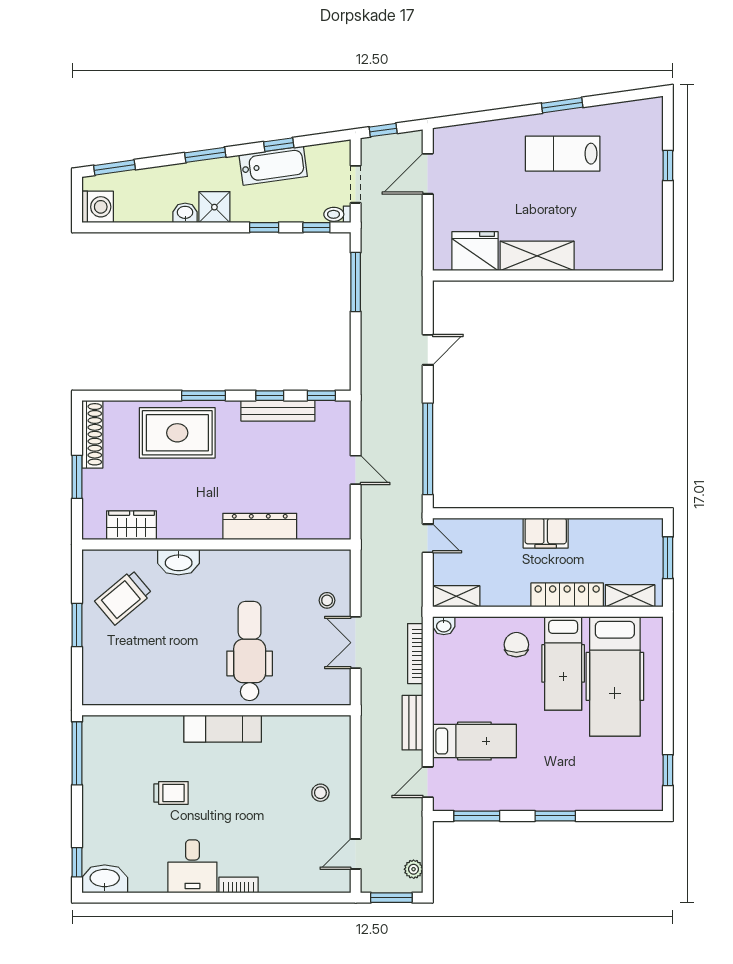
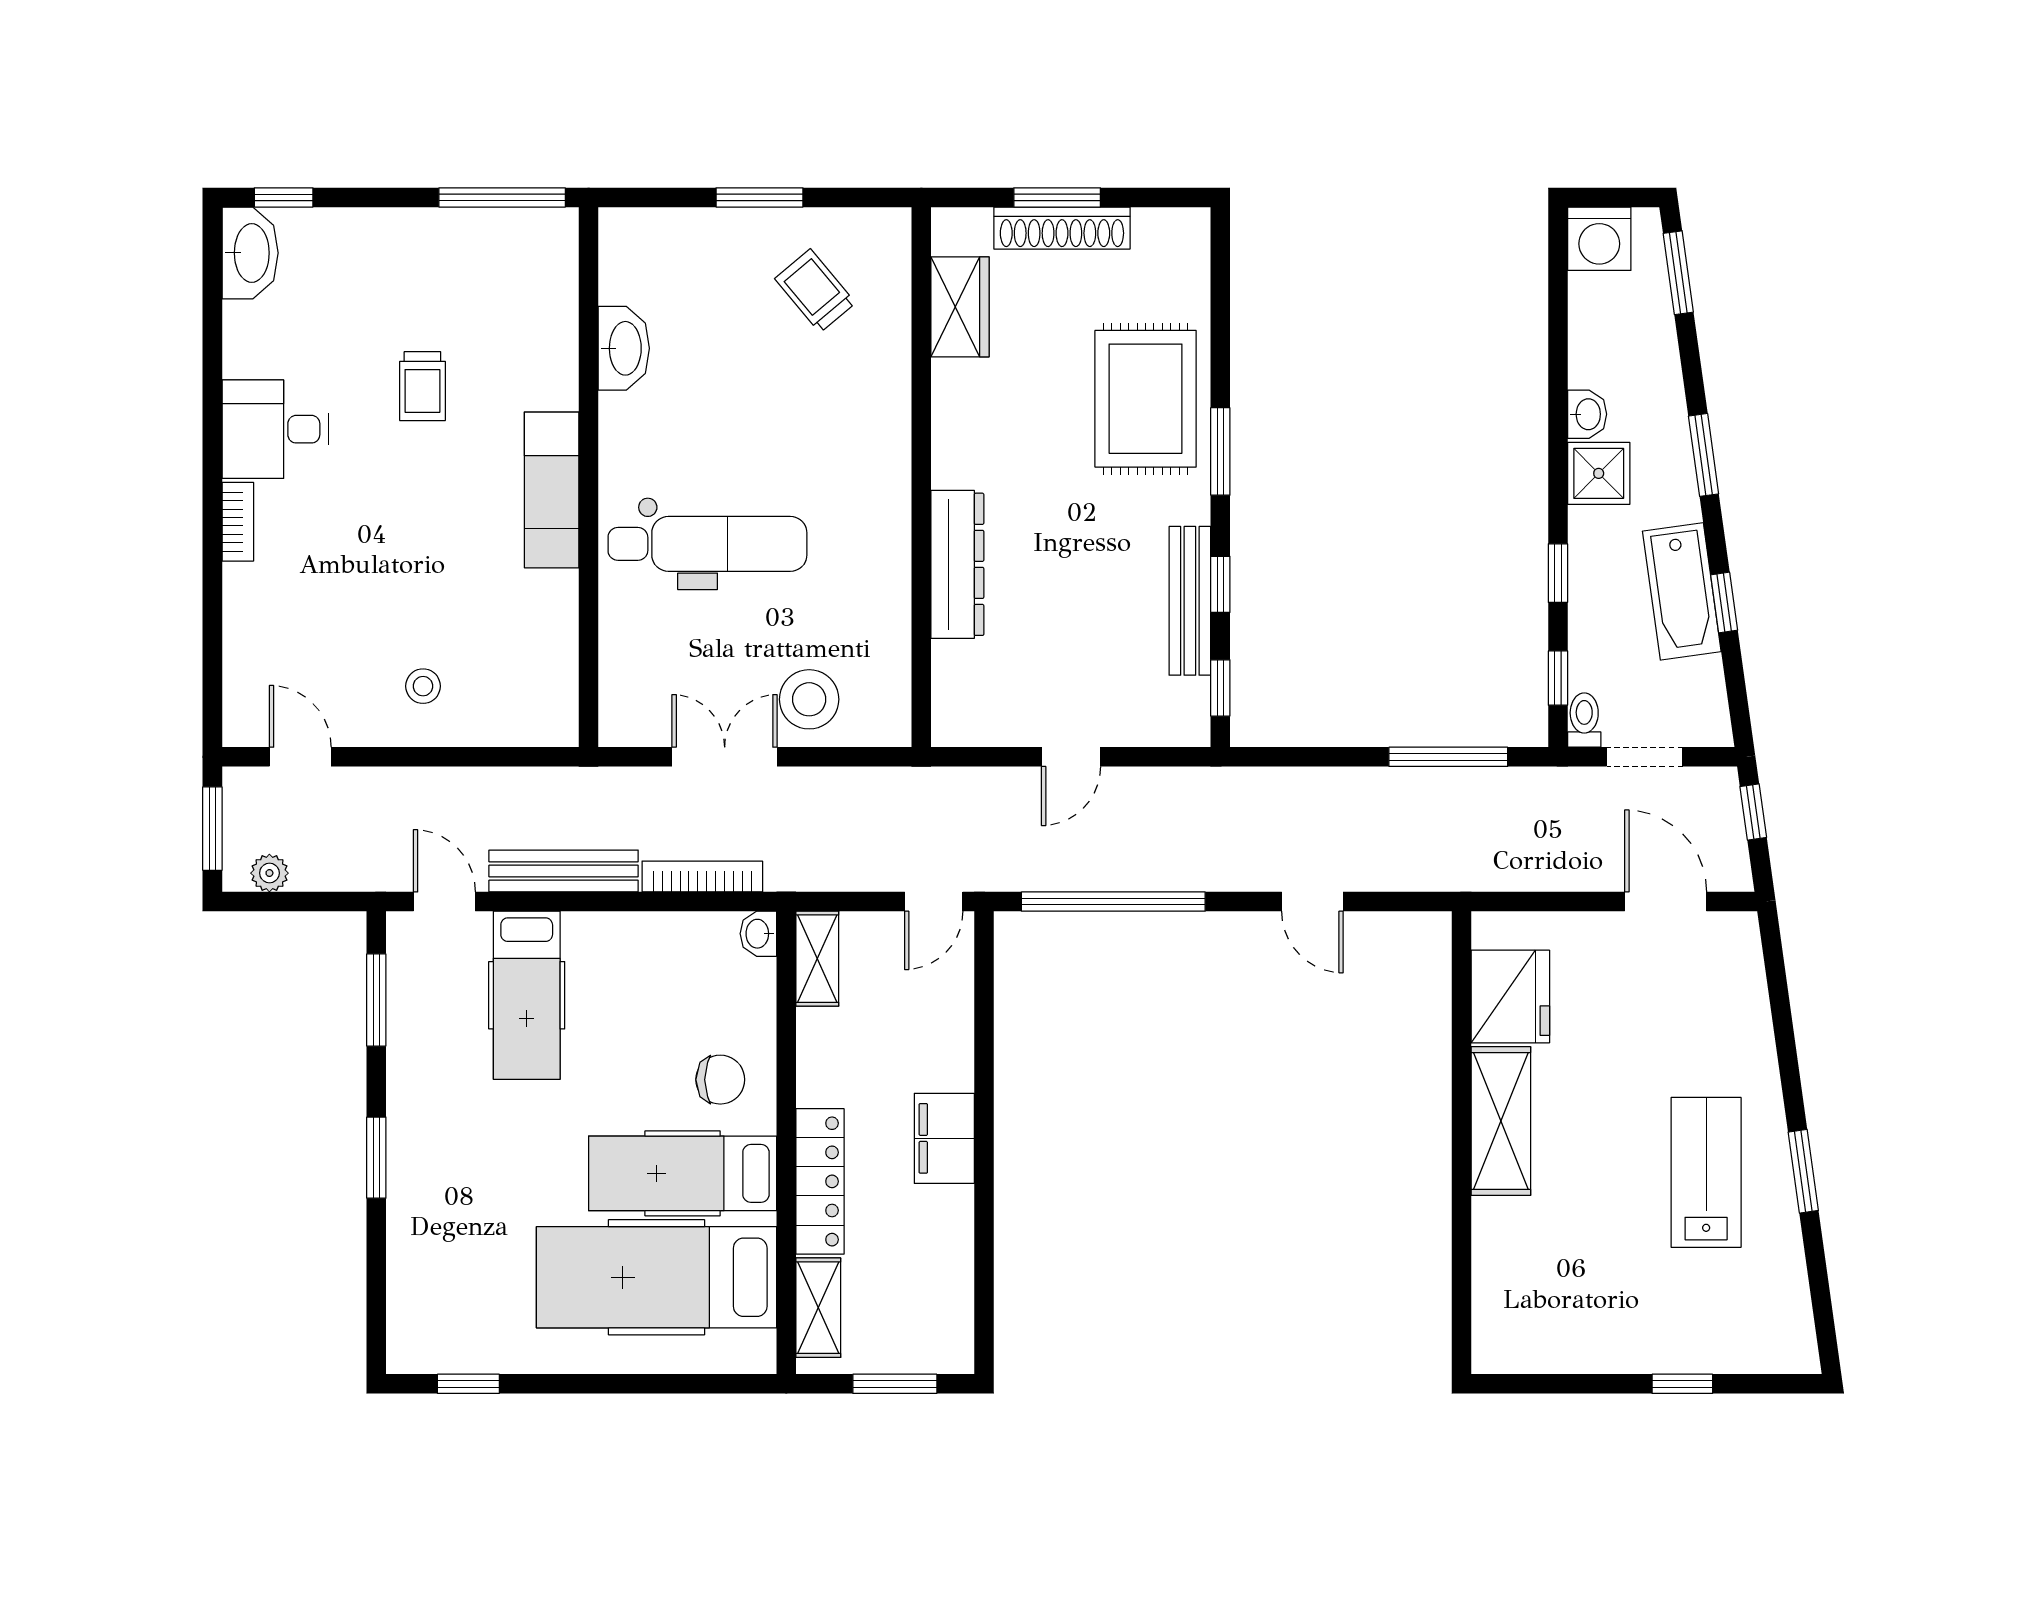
shoe rack: (92, 434) -> (1062, 228), moved
washbasin: (179, 562) -> (624, 348), moved, turned 180
trolley: (123, 597) -> (815, 291), width x0.73, depth x0.72
stool: (327, 600) -> (809, 699), width x1.89, depth x1.89
bench: (413, 723) -> (564, 871), width x1.36

